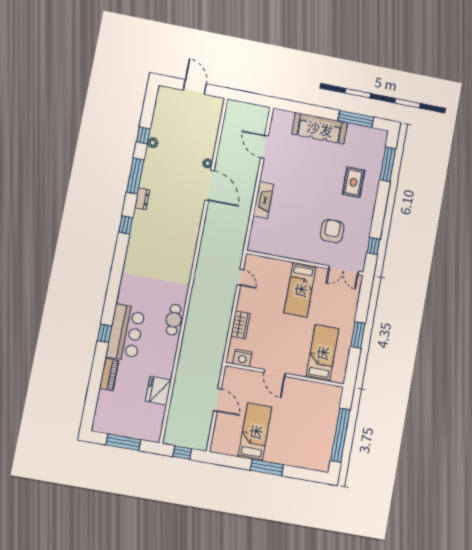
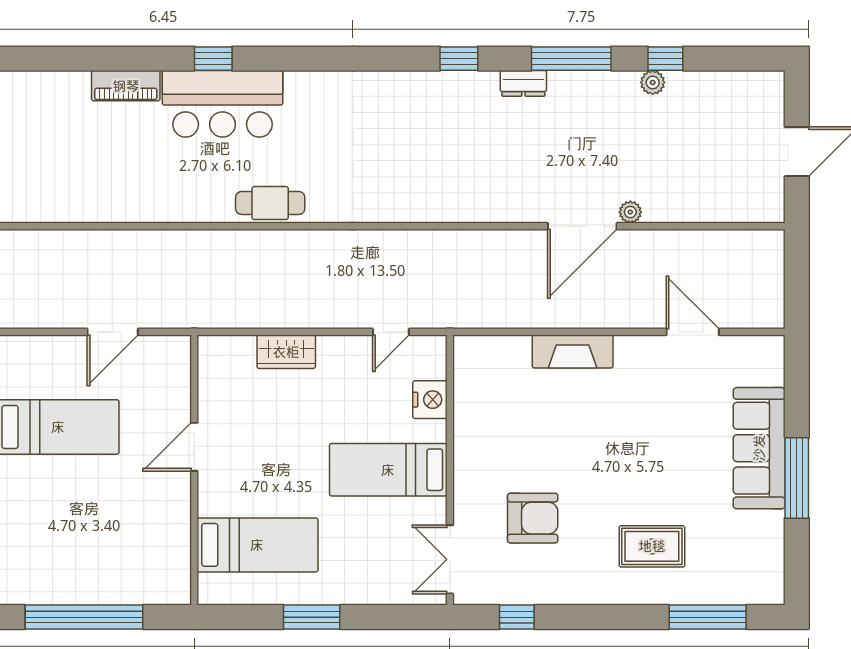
window: (356, 119) -> (797, 478), moved
door: (264, 147) -> (693, 332), hinge flipped
nightstand: (242, 358) -> (430, 400), moved, turned 180
fridge: (158, 391) -> (110, 199), removed

